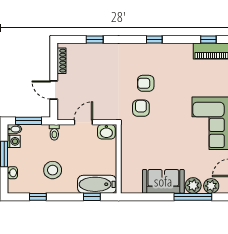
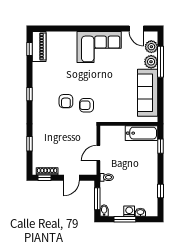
window: (54, 58) -> (45, 178), added
door: (83, 122) -> (98, 153), hinge flipped
washbasin: (106, 132) -> (106, 134), removed
washing machine: (14, 141) -> (129, 211), moved
stool: (53, 170) -> (138, 179), removed
sofa: (163, 181) -> (148, 93), width x1.36
bathtub: (97, 184) -> (142, 133), moved, turned -90

